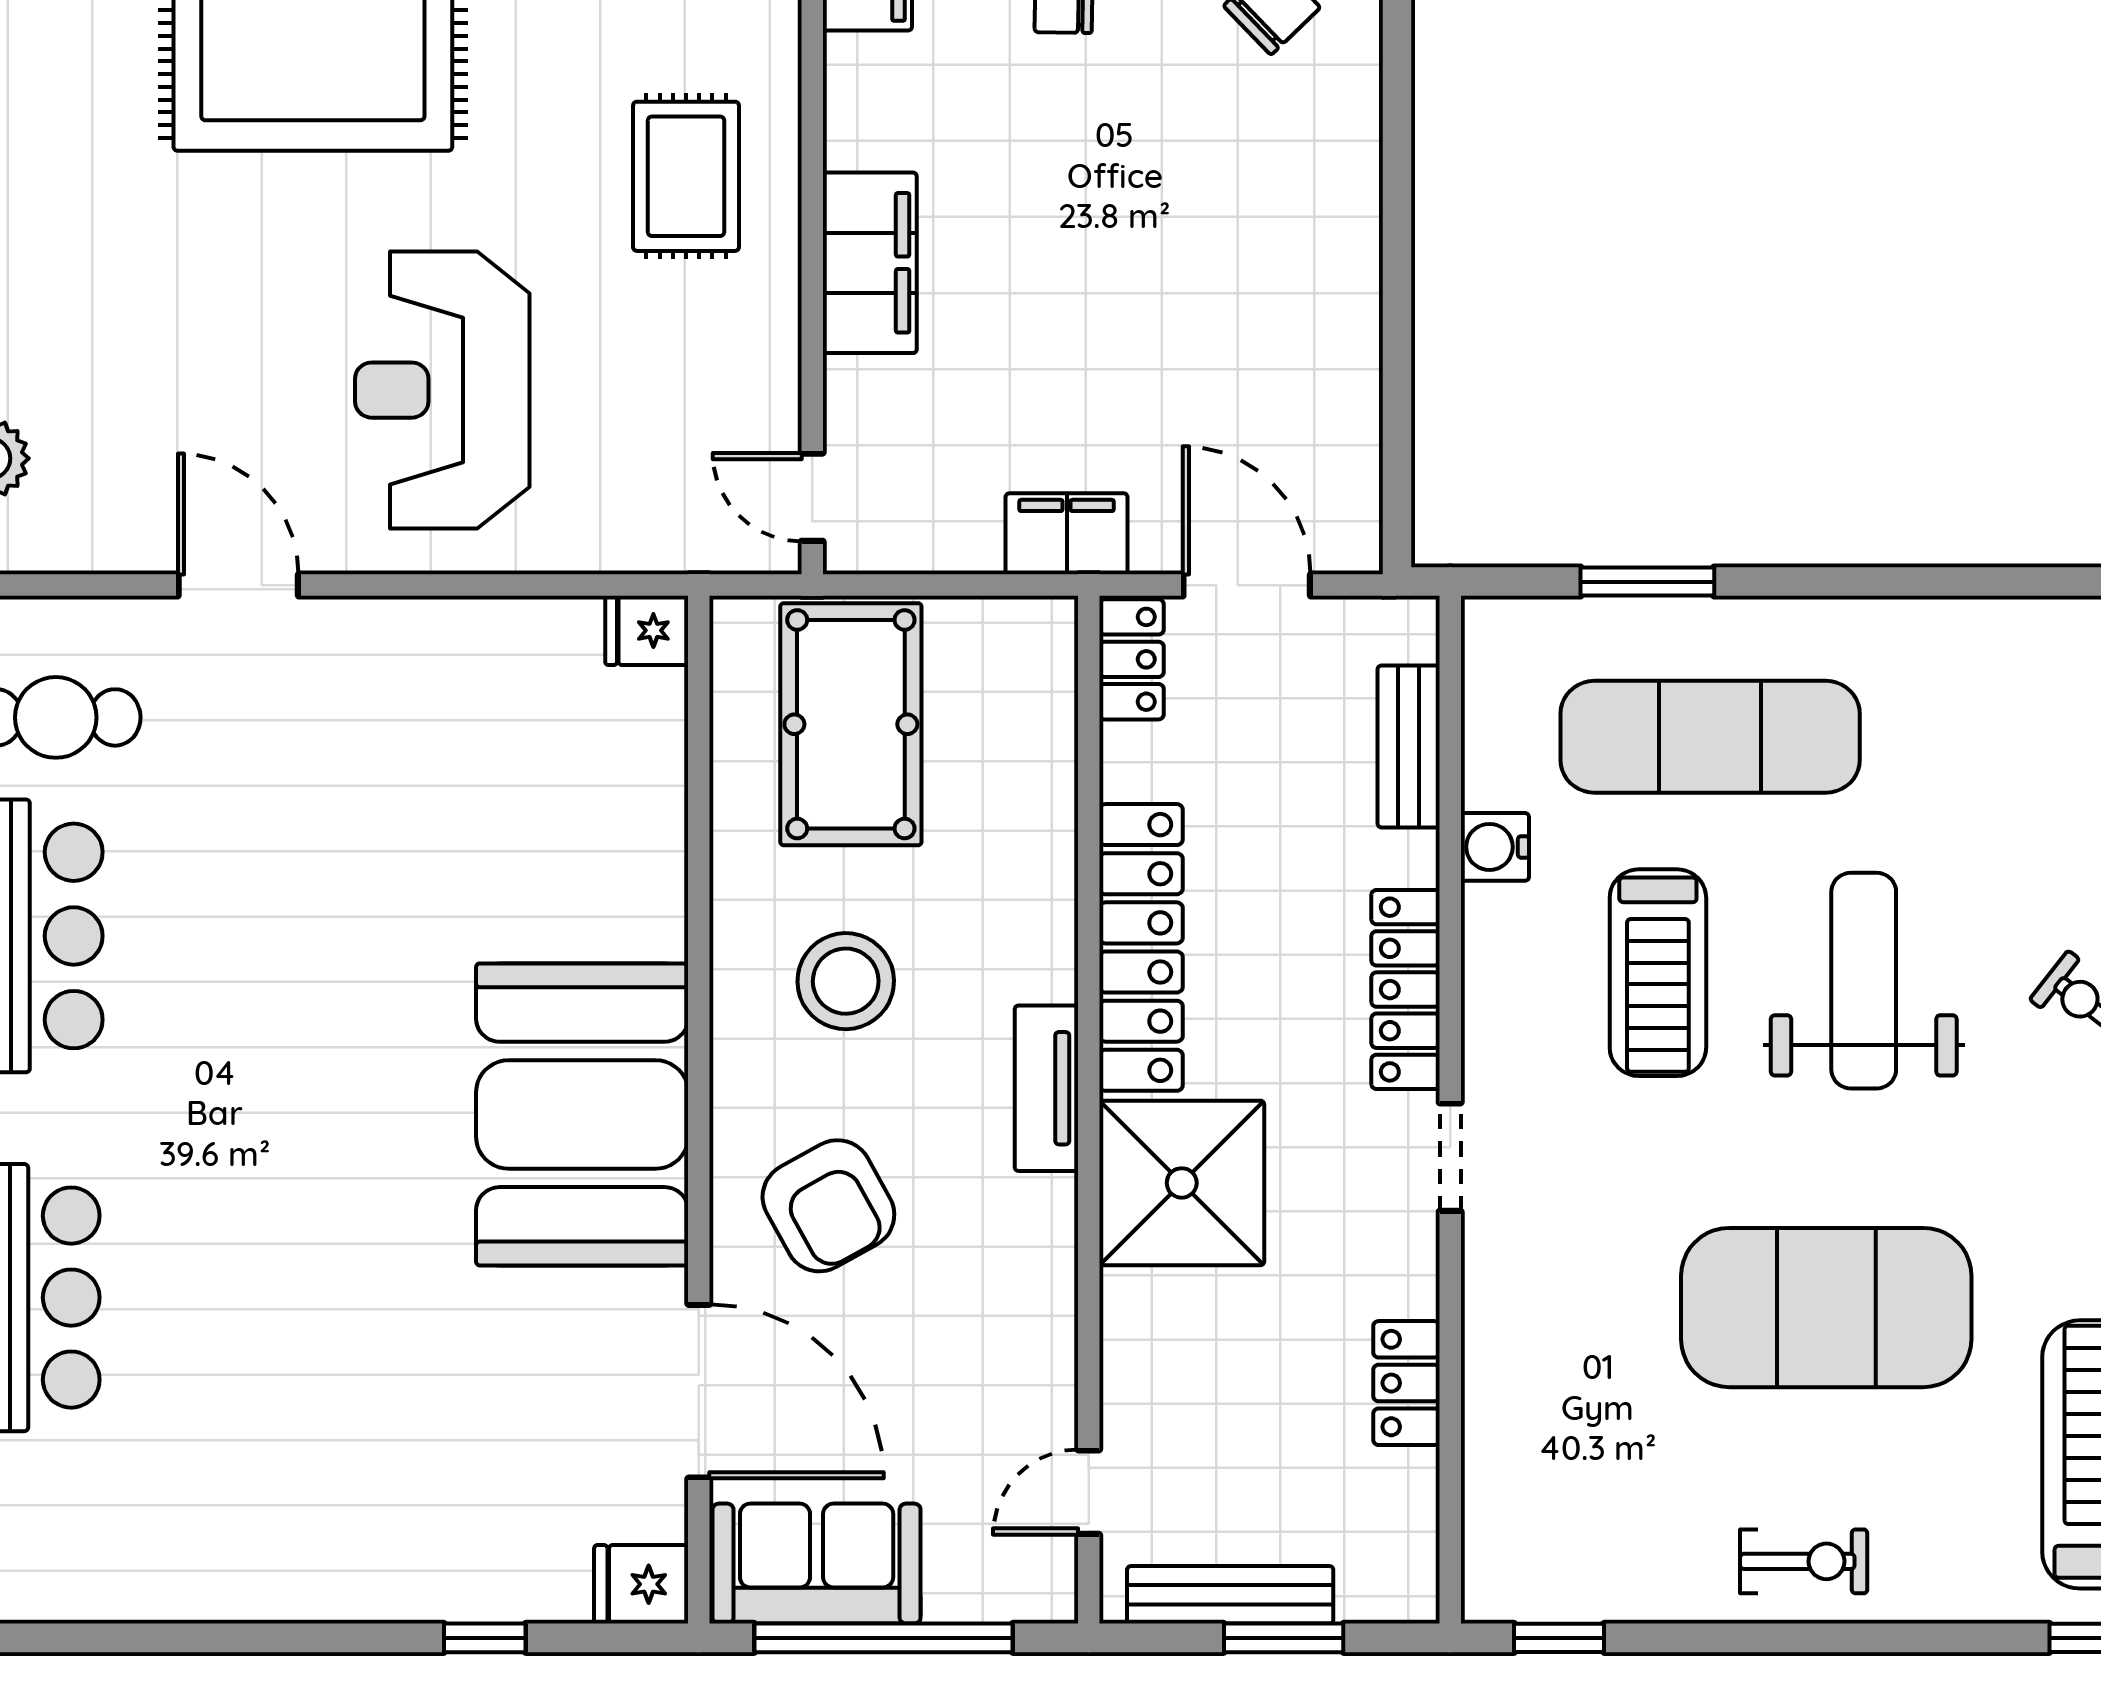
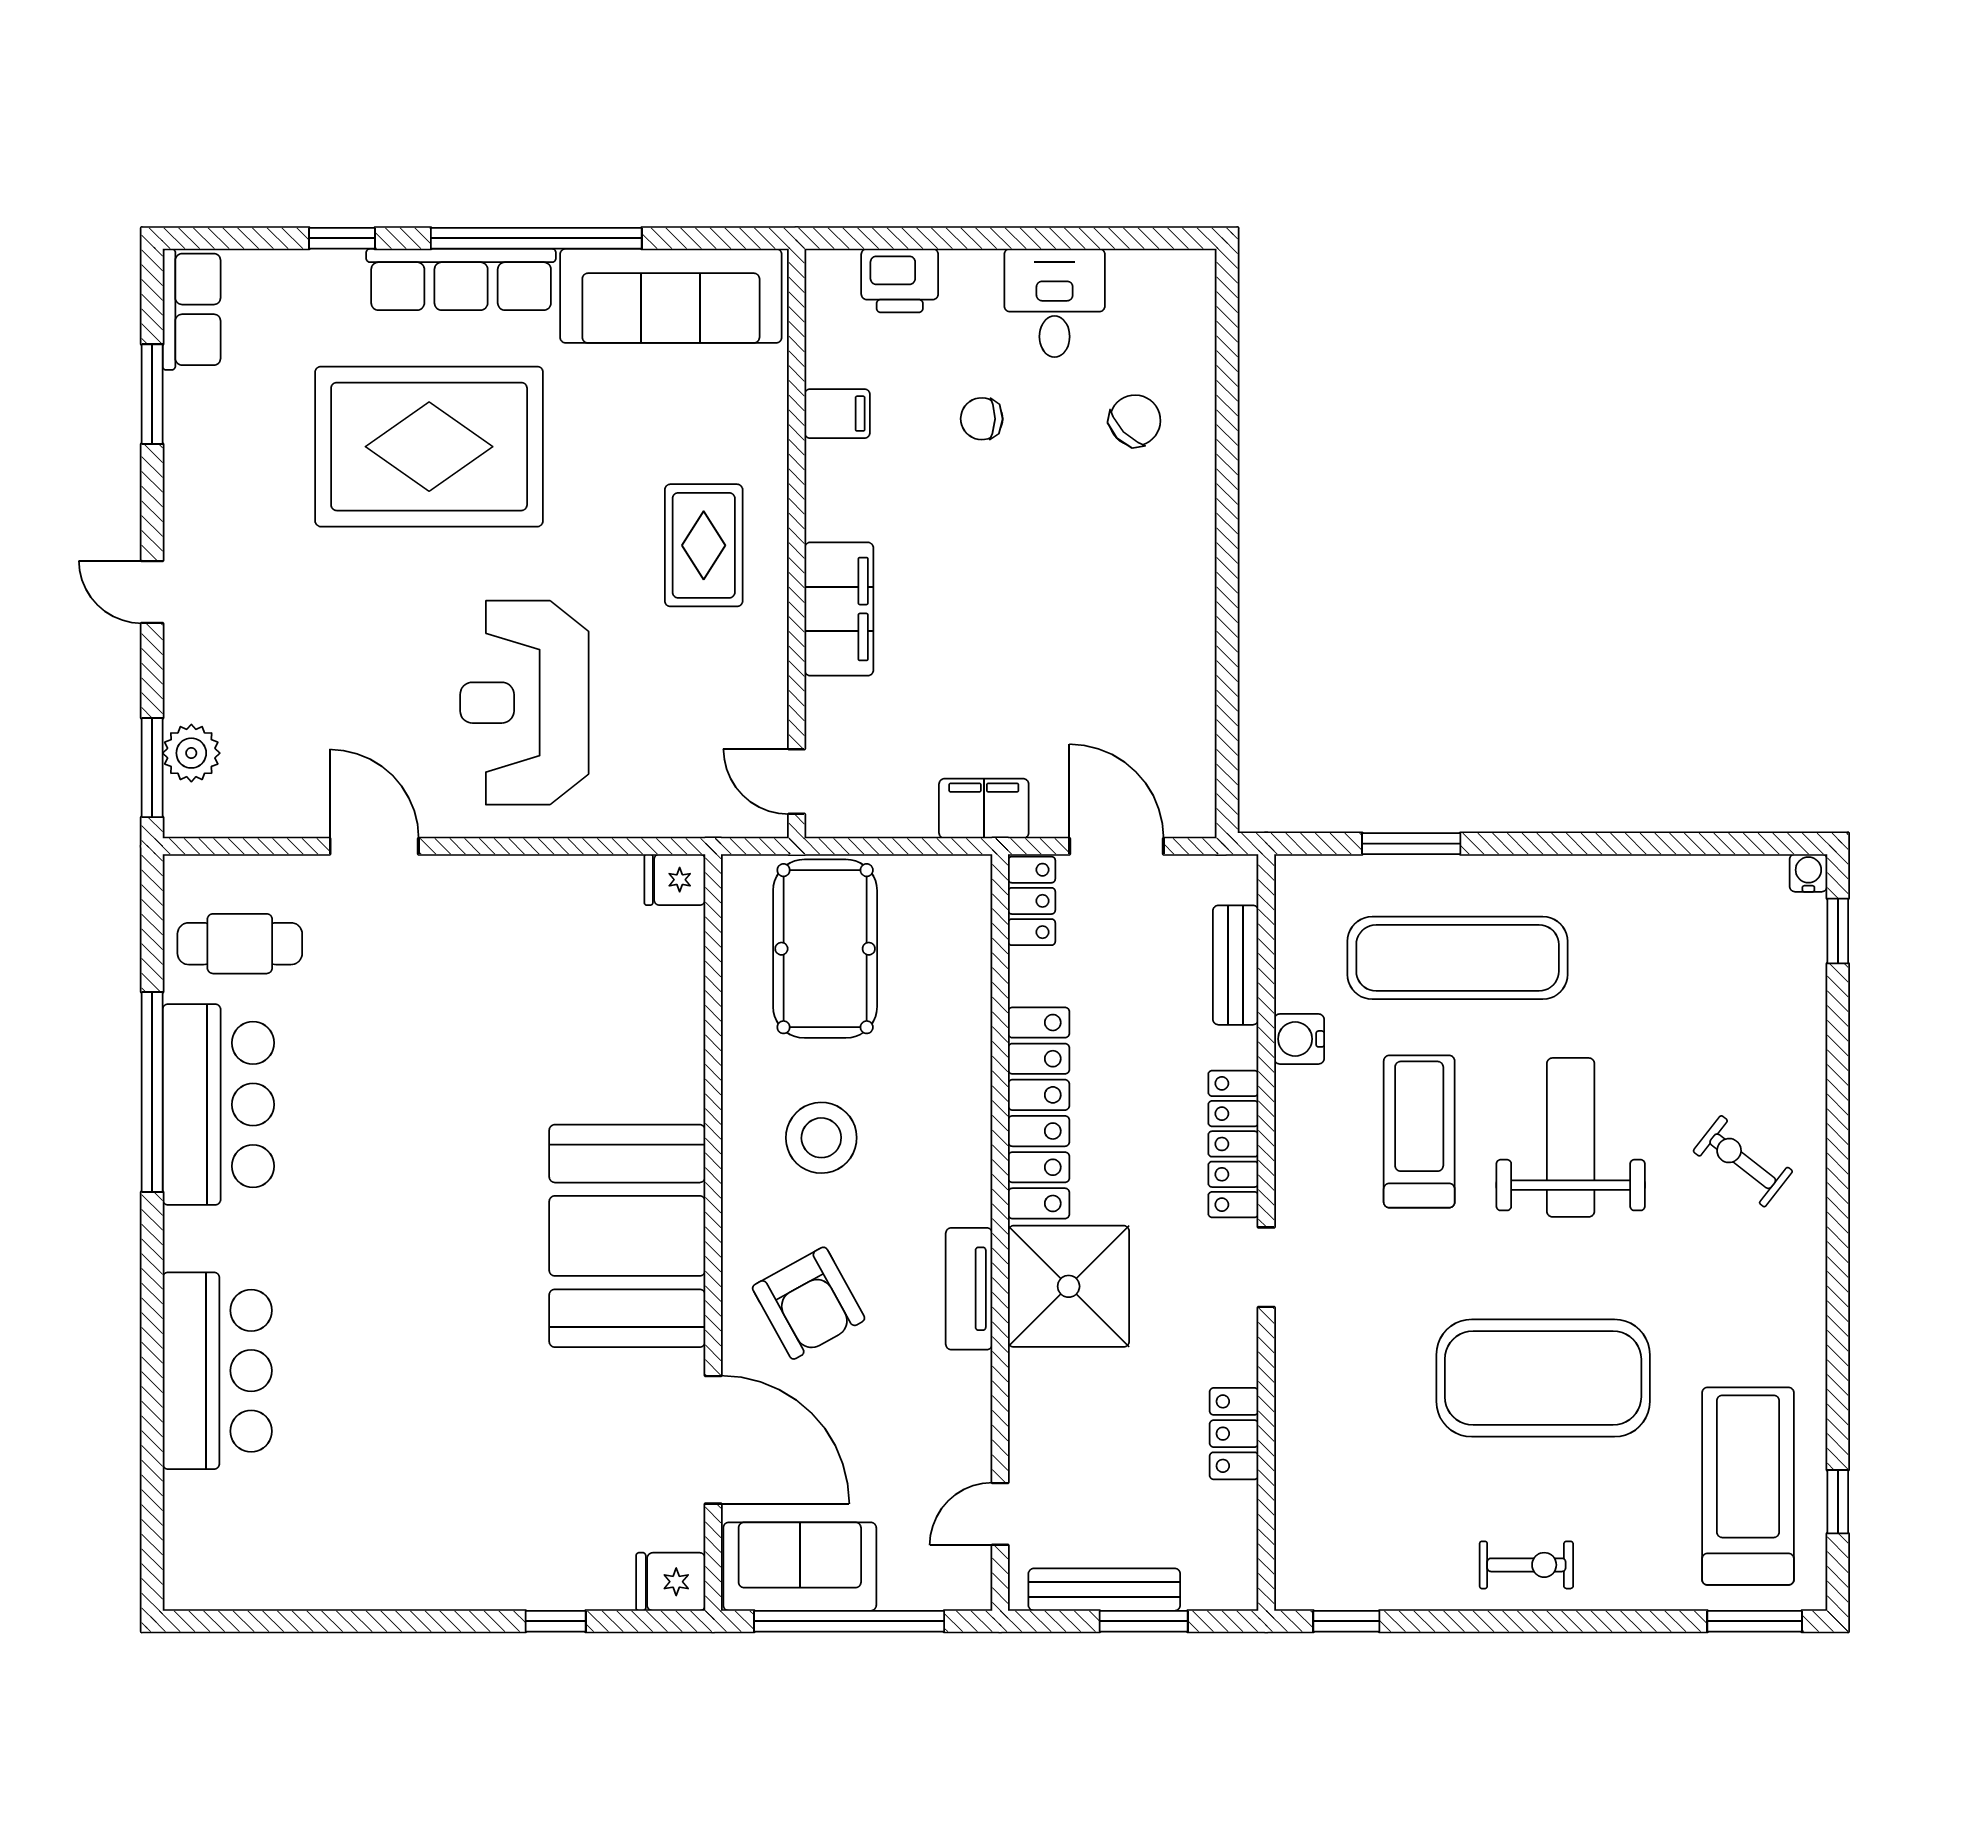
treadmill: (1658, 973) -> (1419, 1132), turned 180
tv unit: (1046, 1088) -> (969, 1289), moved

